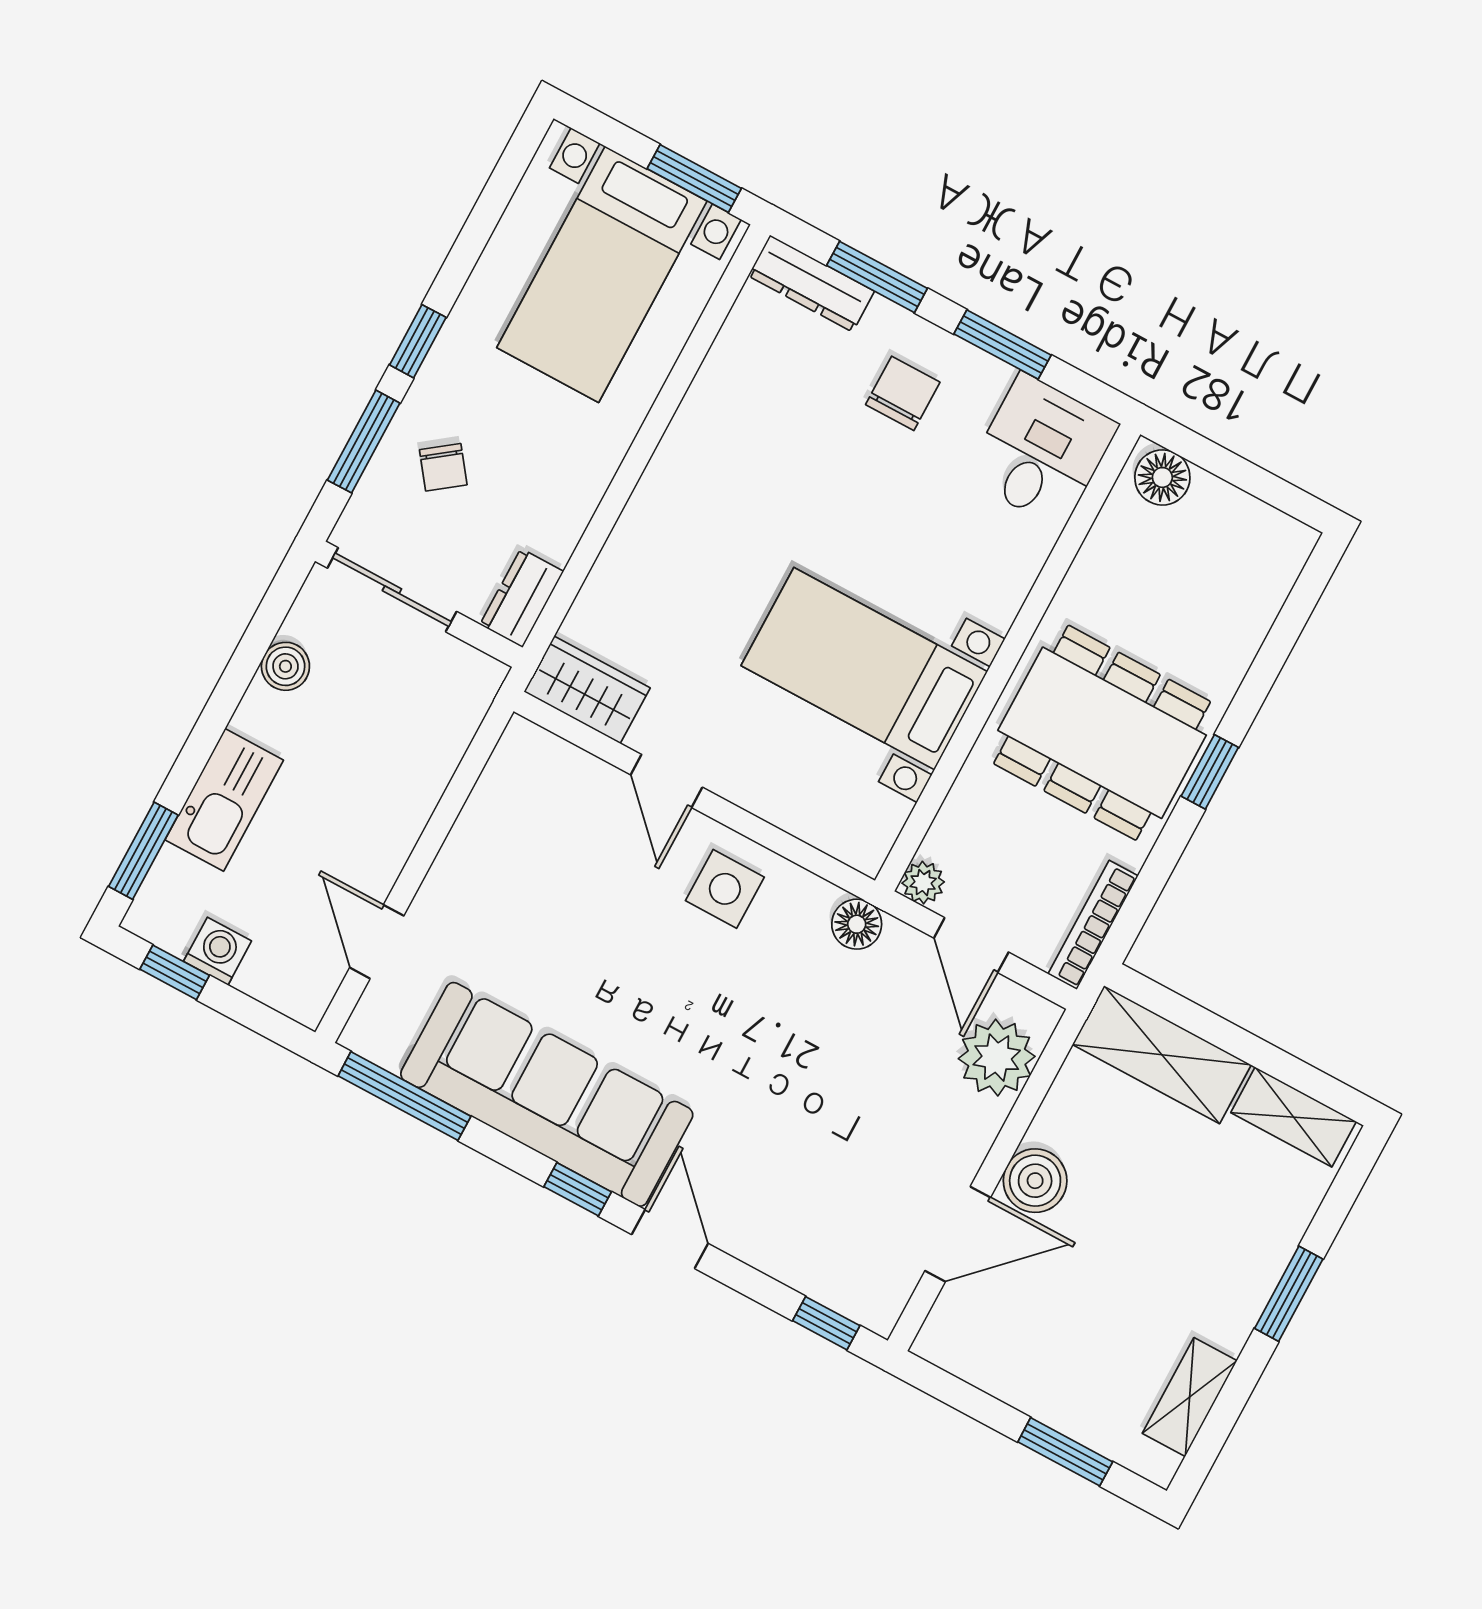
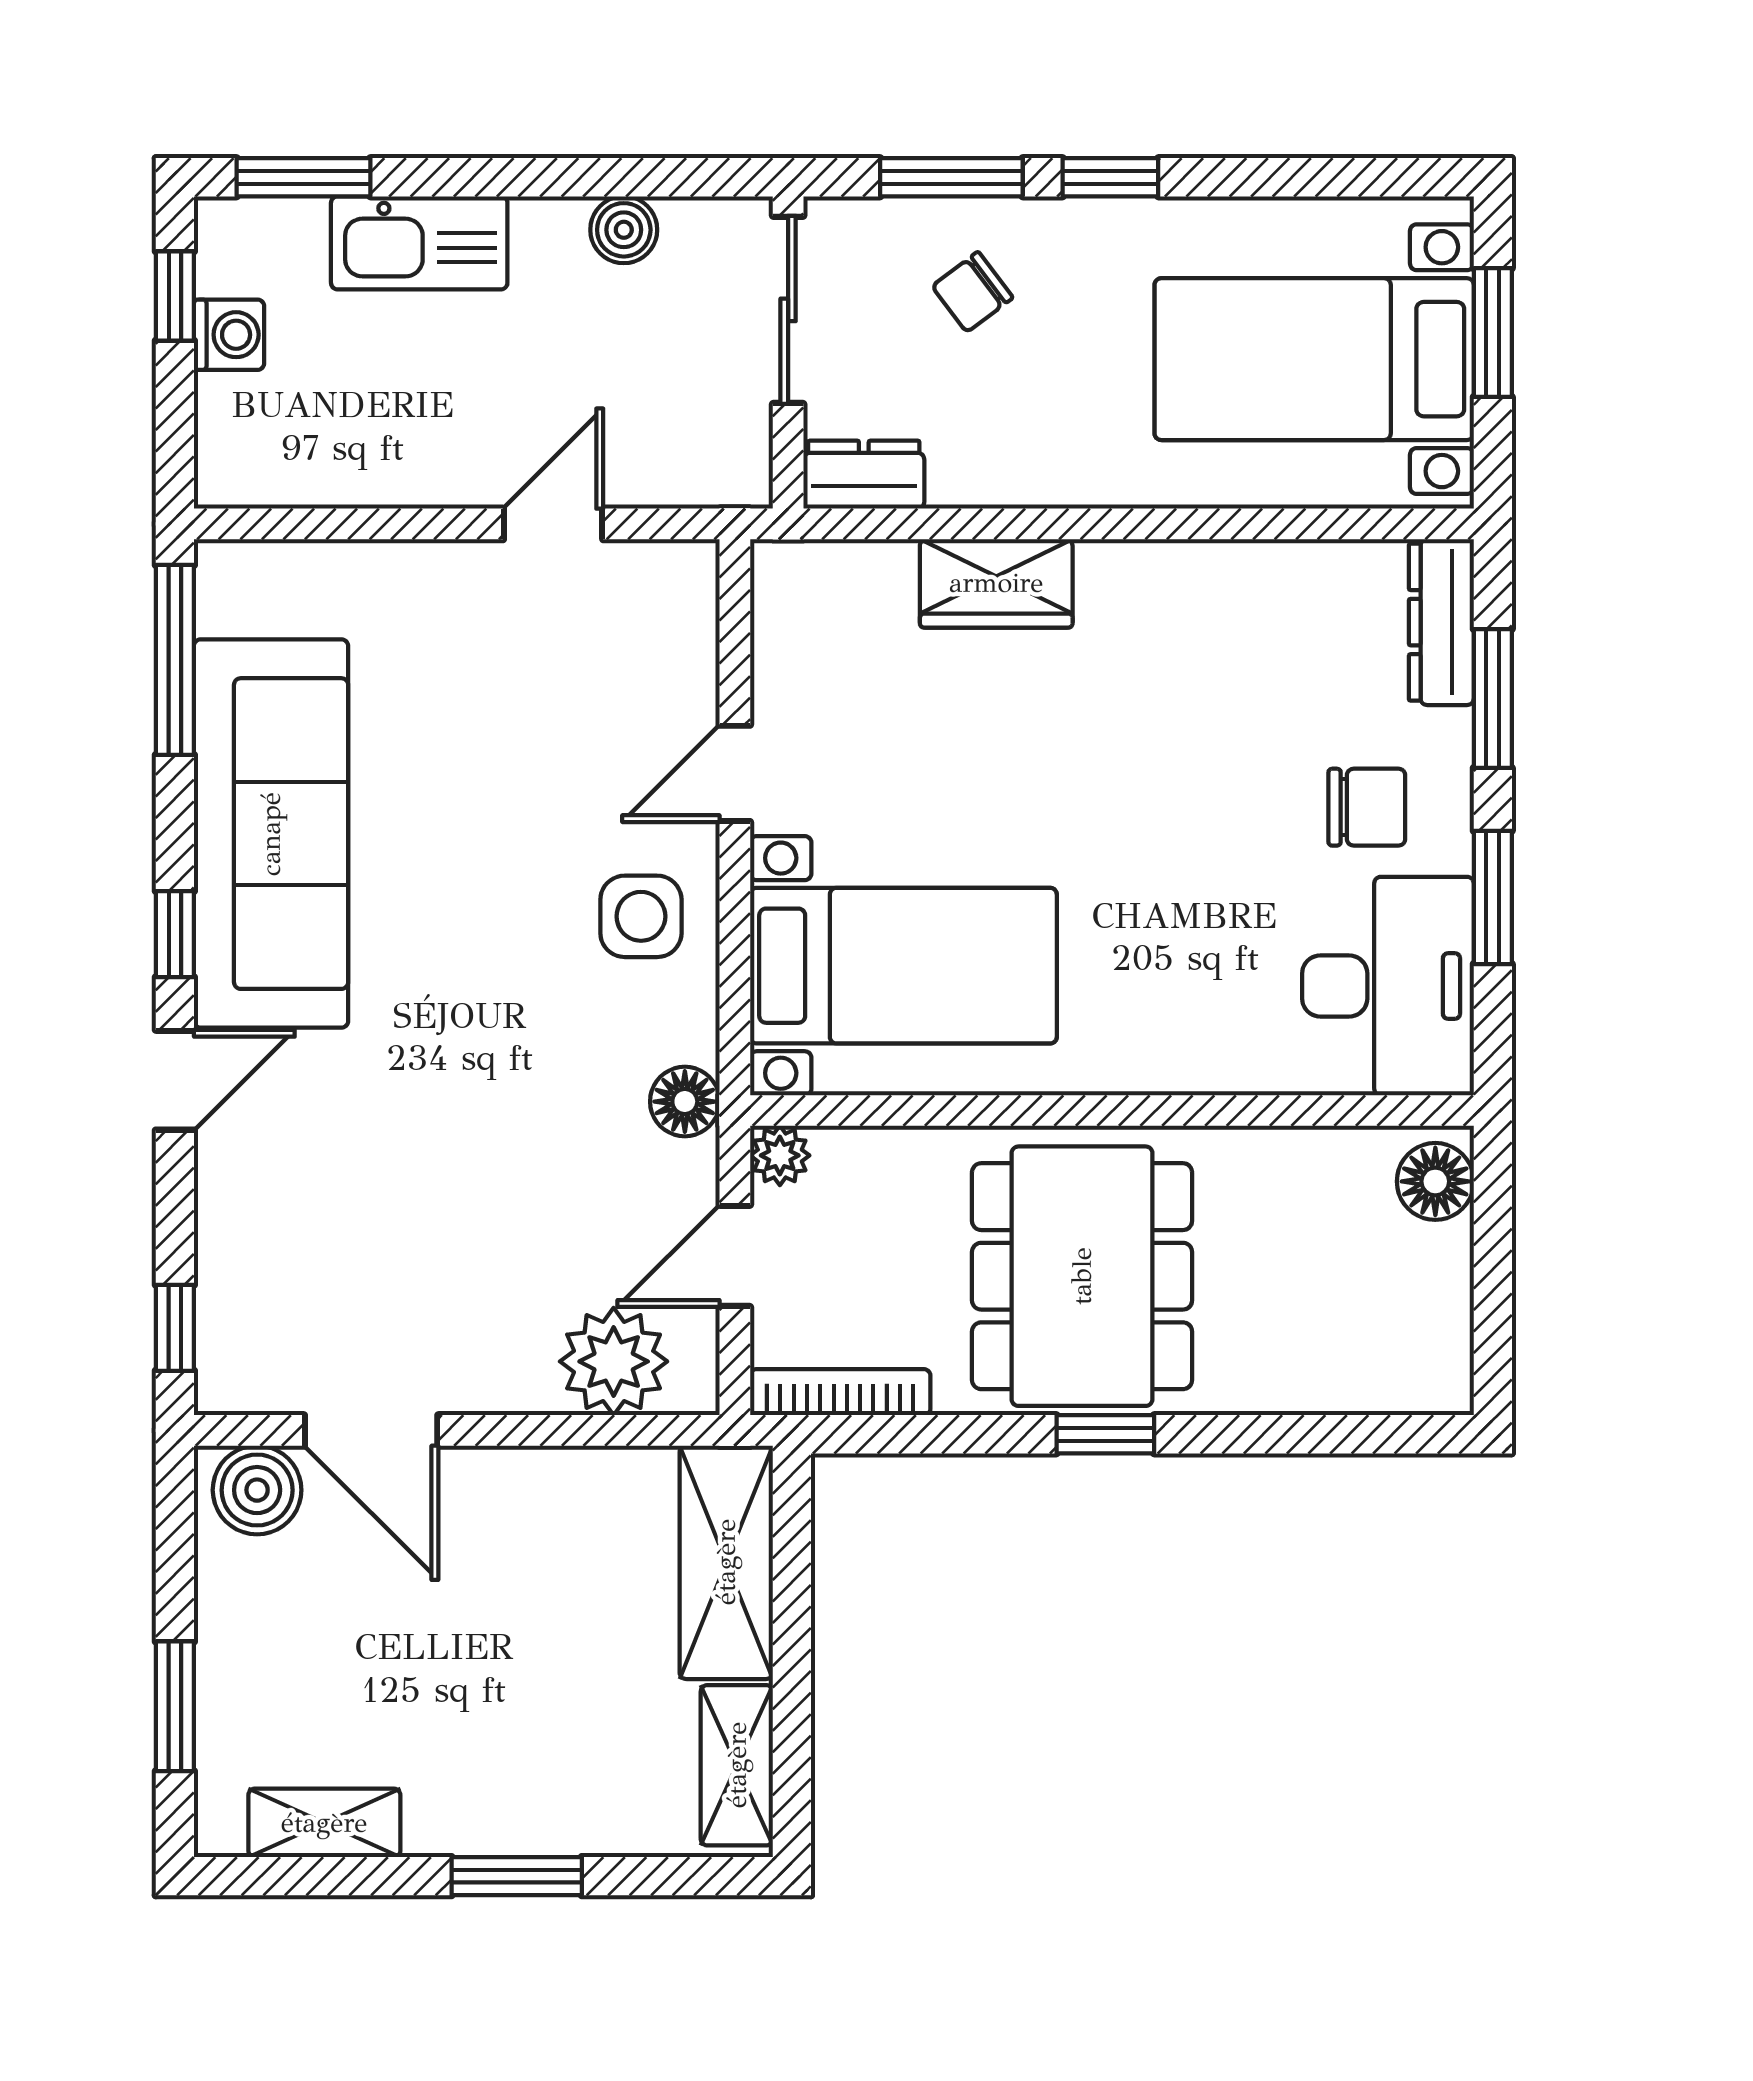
window: (694, 179) -> (1493, 333), moved
desk: (1042, 451) -> (1388, 986), width x1.37
bed with nightstands: (864, 669) -> (903, 966), moved, turned 90
wardrobe: (587, 690) -> (996, 583), moved, turned 90
door: (377, 942) -> (553, 524), moved
boiler: (1035, 1181) -> (257, 1490), moved

